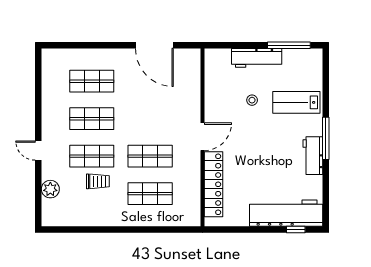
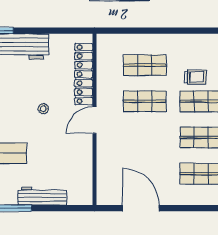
stool: (252, 100) -> (43, 109), moved
trolley: (98, 181) -> (195, 77), turned 180

